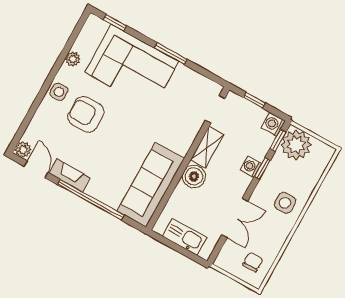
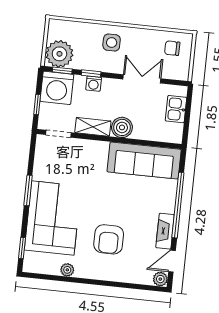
side table: (59, 92) -> (99, 270), removed
washing machine: (273, 124) -> (57, 88), width x1.89, depth x1.89
kitchen sink: (184, 237) -> (176, 109), width x0.73

